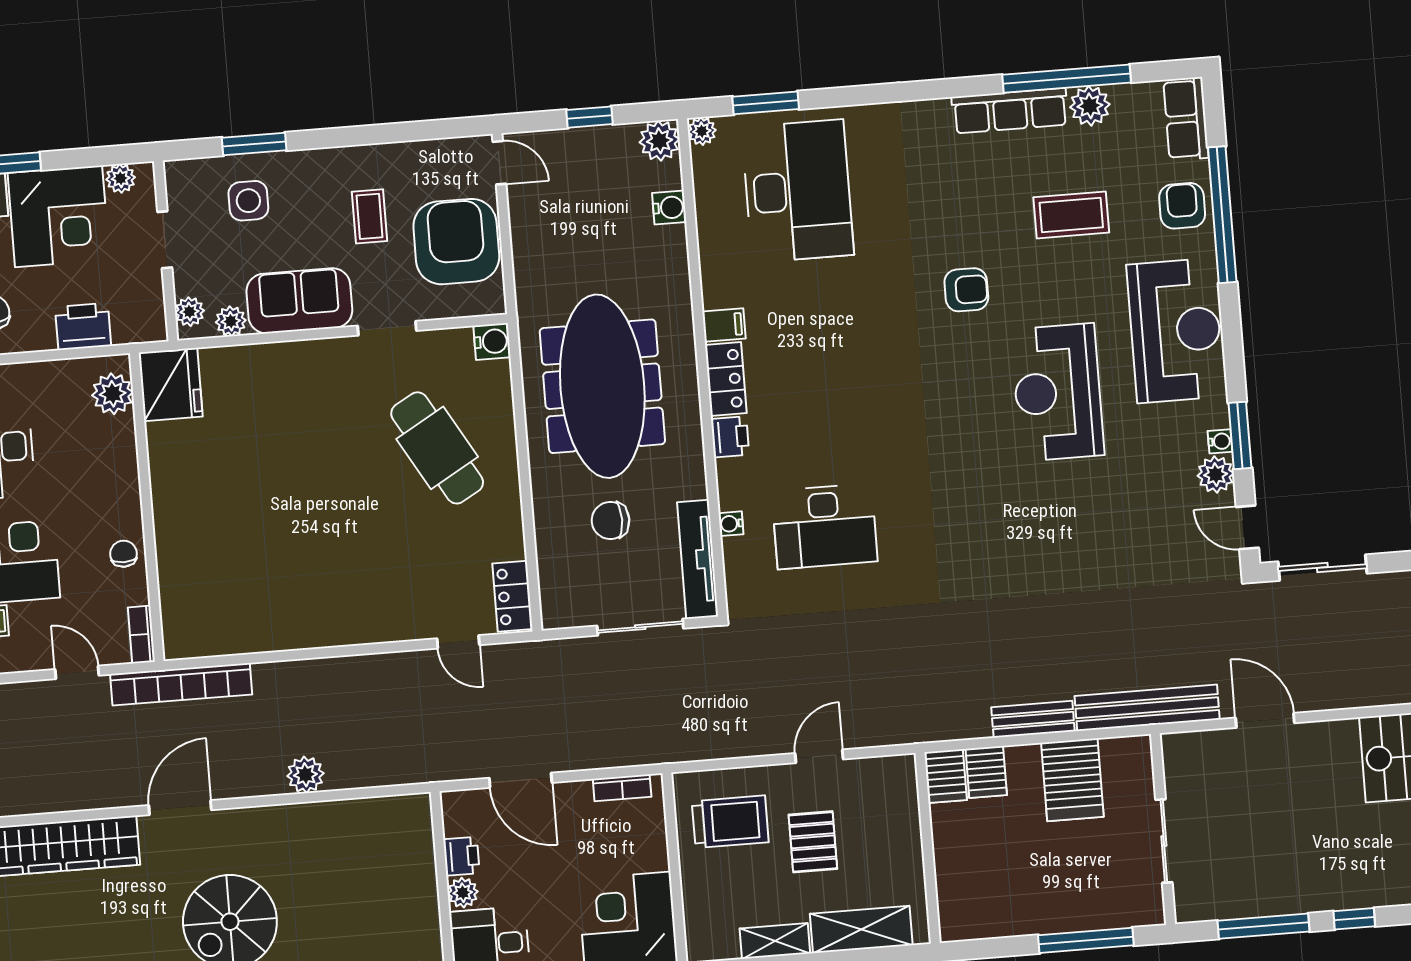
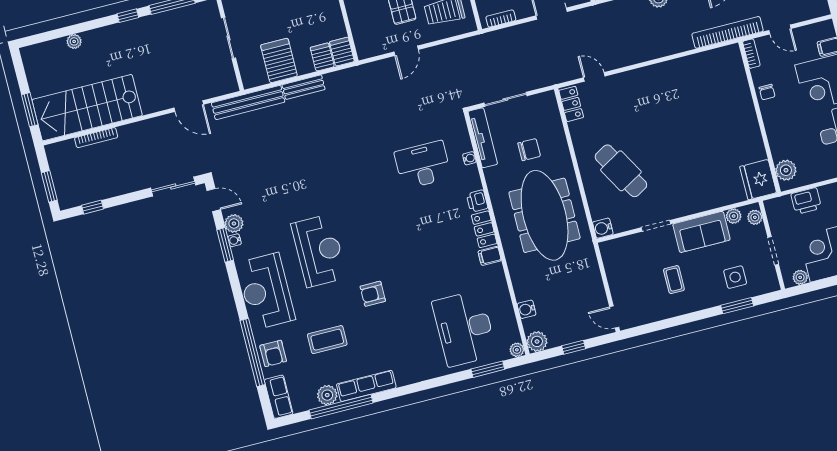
armchair: (456, 242) -> (629, 274), removed

